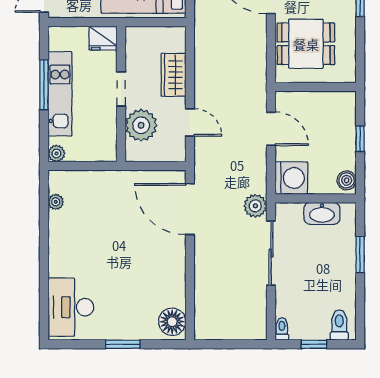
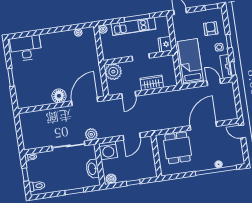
plant: (141, 125) -> (113, 72), moved
floor lamp: (172, 322) -> (59, 96), moved

